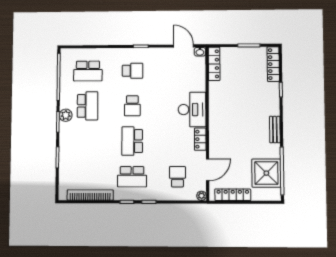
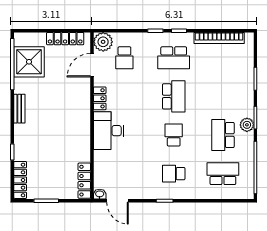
school desk: (132, 177) -> (174, 58), turned 180
plant: (202, 196) -> (103, 42), width x1.88, depth x1.88

